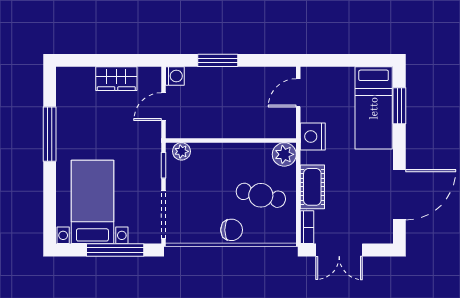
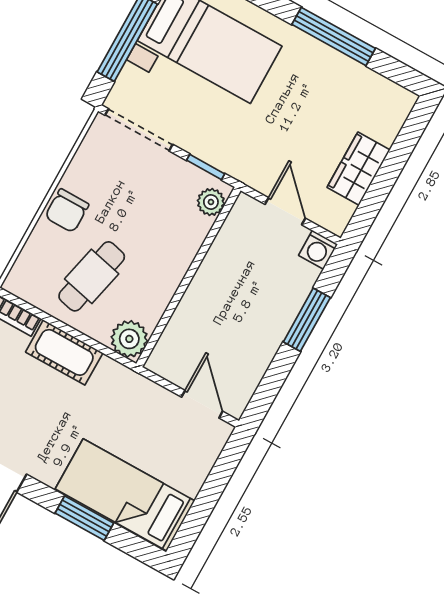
window: (399, 106) -> (84, 518), moved
nightstand: (313, 136) -> (132, 391), removed

